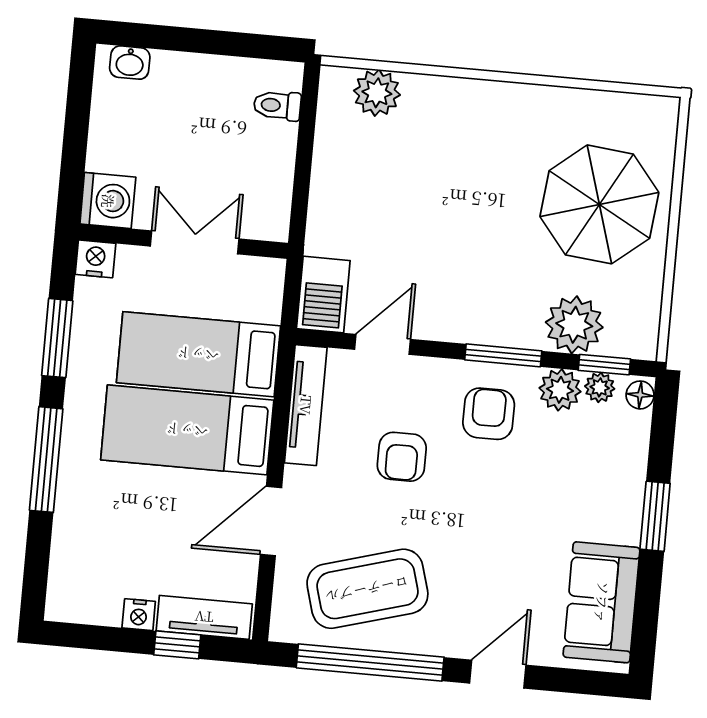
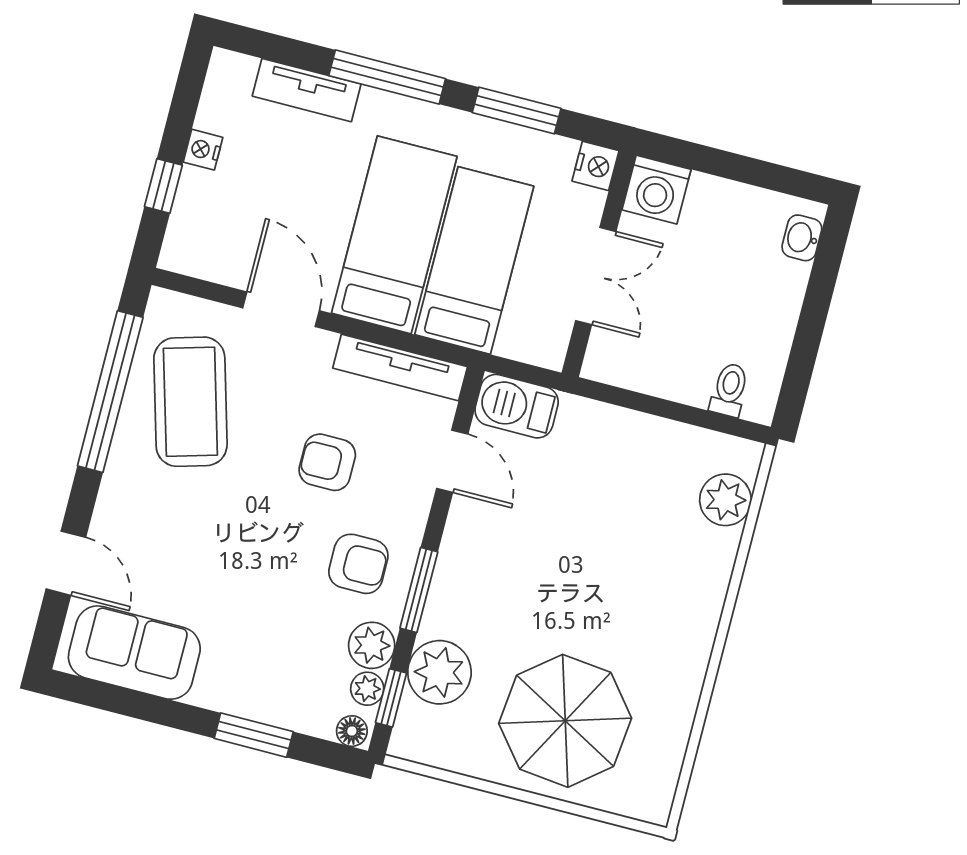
window: (655, 516) -> (254, 735), moved
tv unit: (204, 617) -> (307, 90), moved, turned 90
door: (498, 674) -> (66, 563), moved

